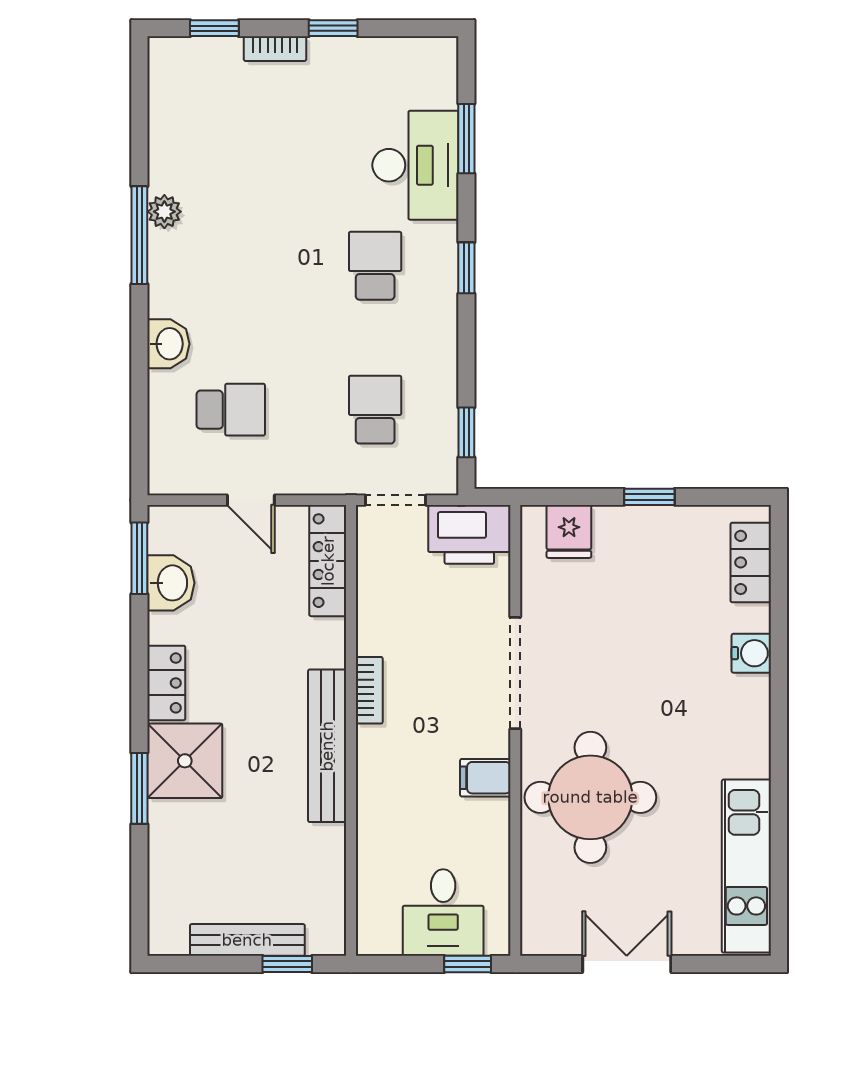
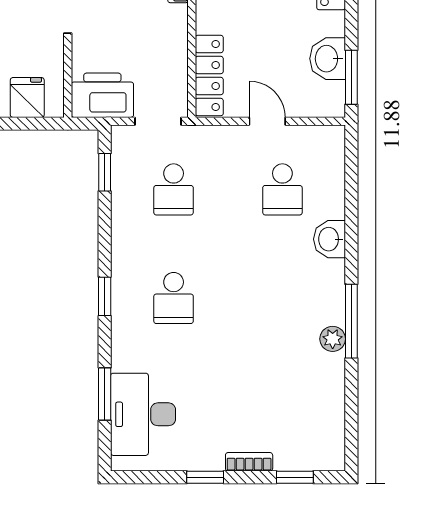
desk: (415, 165) -> (143, 414), moved
school desk: (231, 410) -> (282, 189), turned -90

